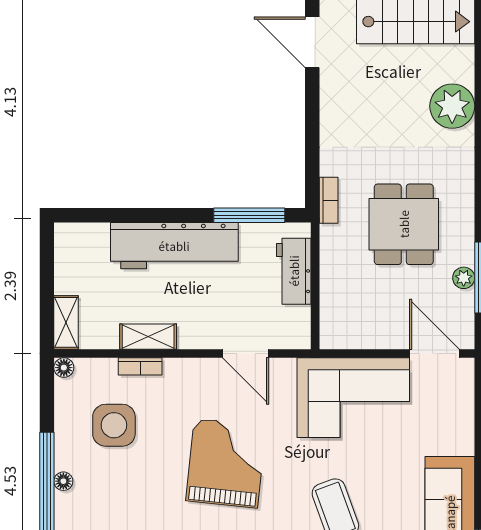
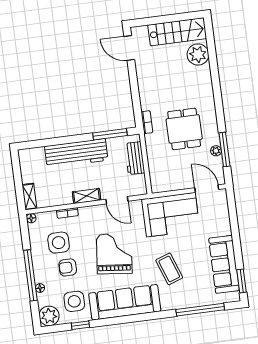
plant: (452, 106) -> (198, 55), moved
shelving: (148, 337) -> (87, 196), moved
armchair: (126, 479) -> (68, 267), added
floor lamp: (63, 481) -> (40, 288), moved

